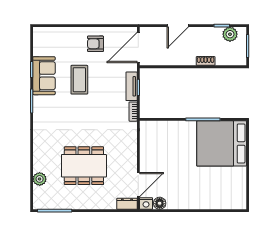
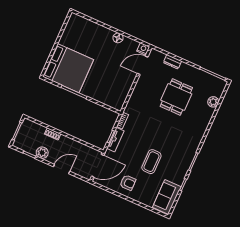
plant: (230, 34) -> (42, 153), moved
sofa: (44, 76) -> (167, 197), moved
dining table: (84, 166) -> (176, 97), width x0.73
floor lamp: (160, 203) -> (118, 38), moved
dresser: (127, 204) -> (172, 62), moved

